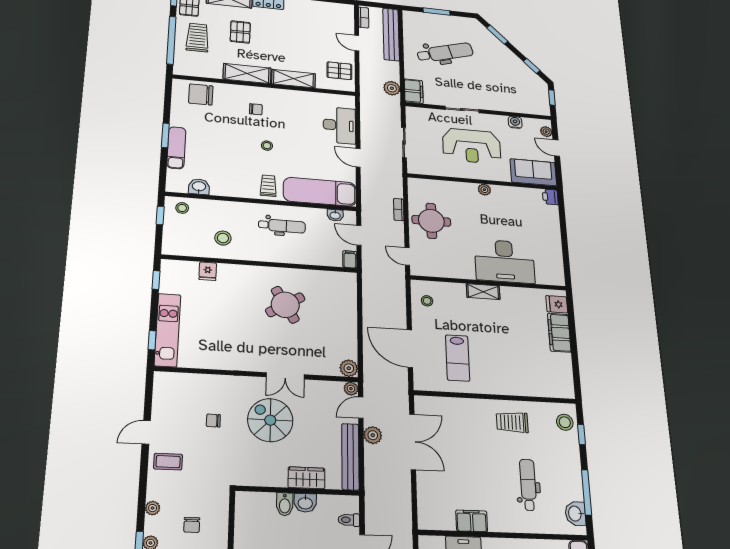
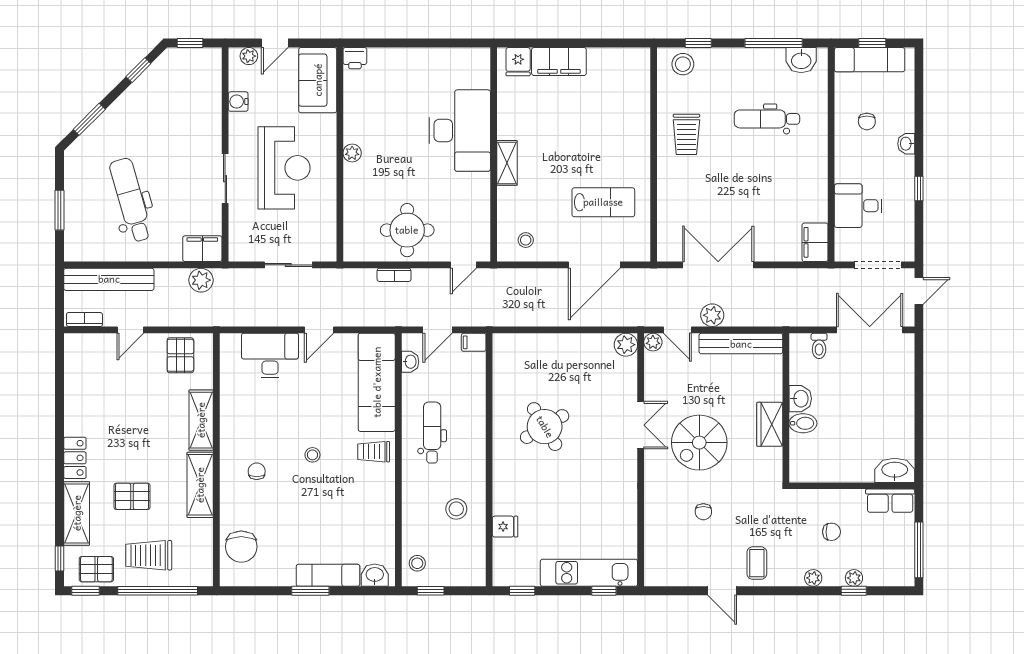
washbasin: (199, 187) -> (375, 575), moved, turned 90
wardrobe: (306, 478) -> (770, 424), moved
filing cabinet: (472, 521) -> (815, 242), moved

